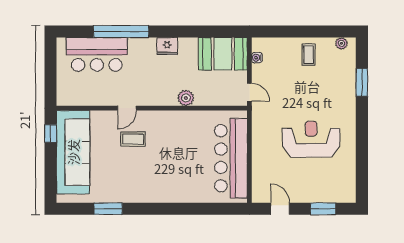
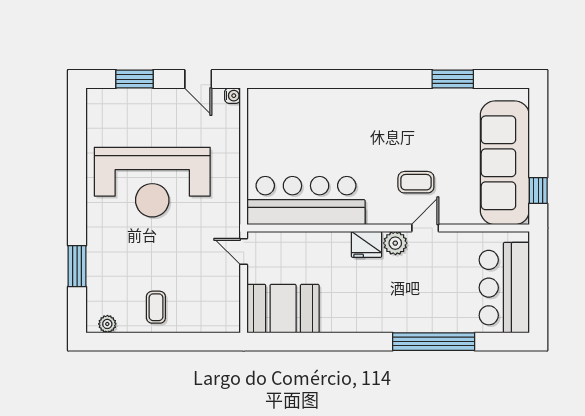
fridge: (167, 46) -> (366, 244), moved, turned 180
bar counter: (97, 54) -> (504, 288), moved, turned -90
water cooler: (257, 58) -> (232, 96), moved
plant: (186, 98) -> (395, 243), moved
reception desk: (311, 139) -> (152, 182), width x1.36, depth x1.30
bar counter: (231, 158) -> (306, 201), moved, turned -90

